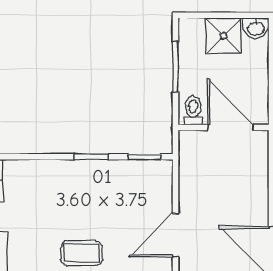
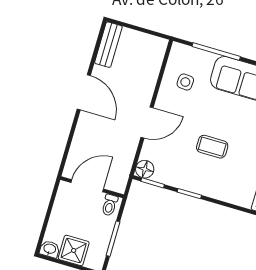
door: (231, 127) -> (87, 186), swing flipped
floor lamp: (160, 172) -> (145, 169), added
coffee table: (82, 253) -> (212, 147), moved

